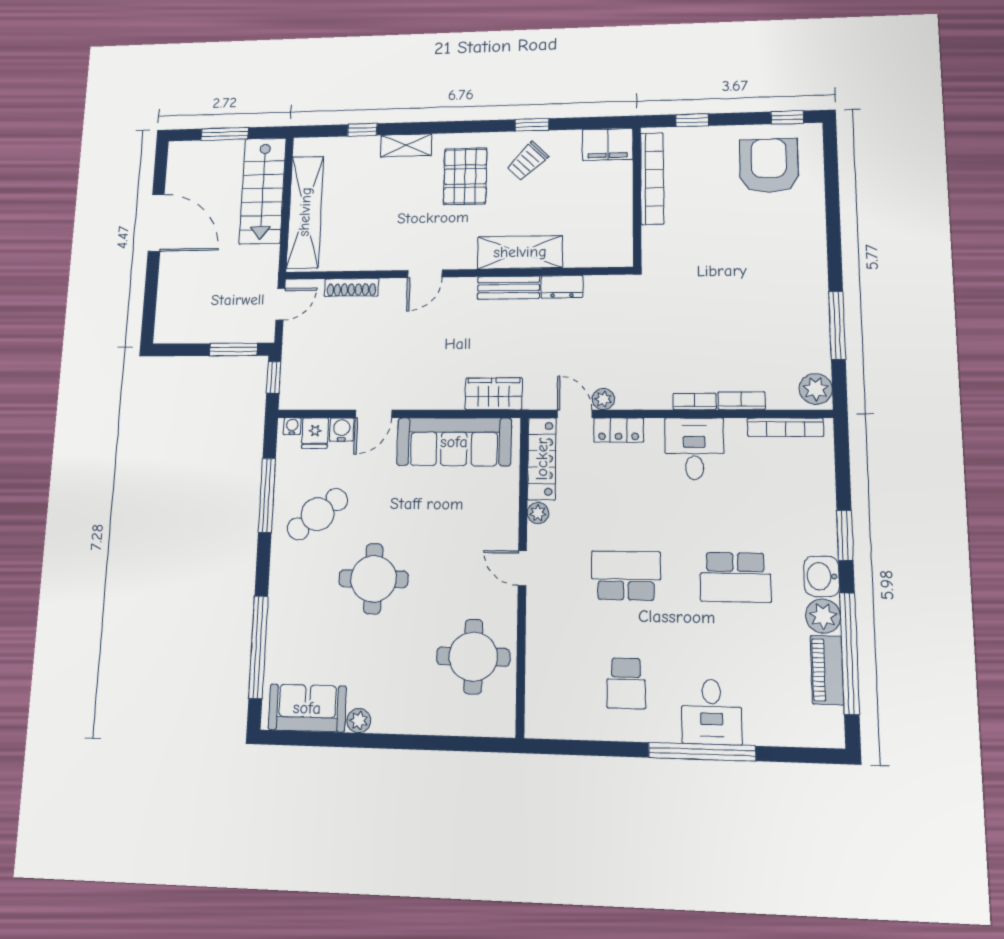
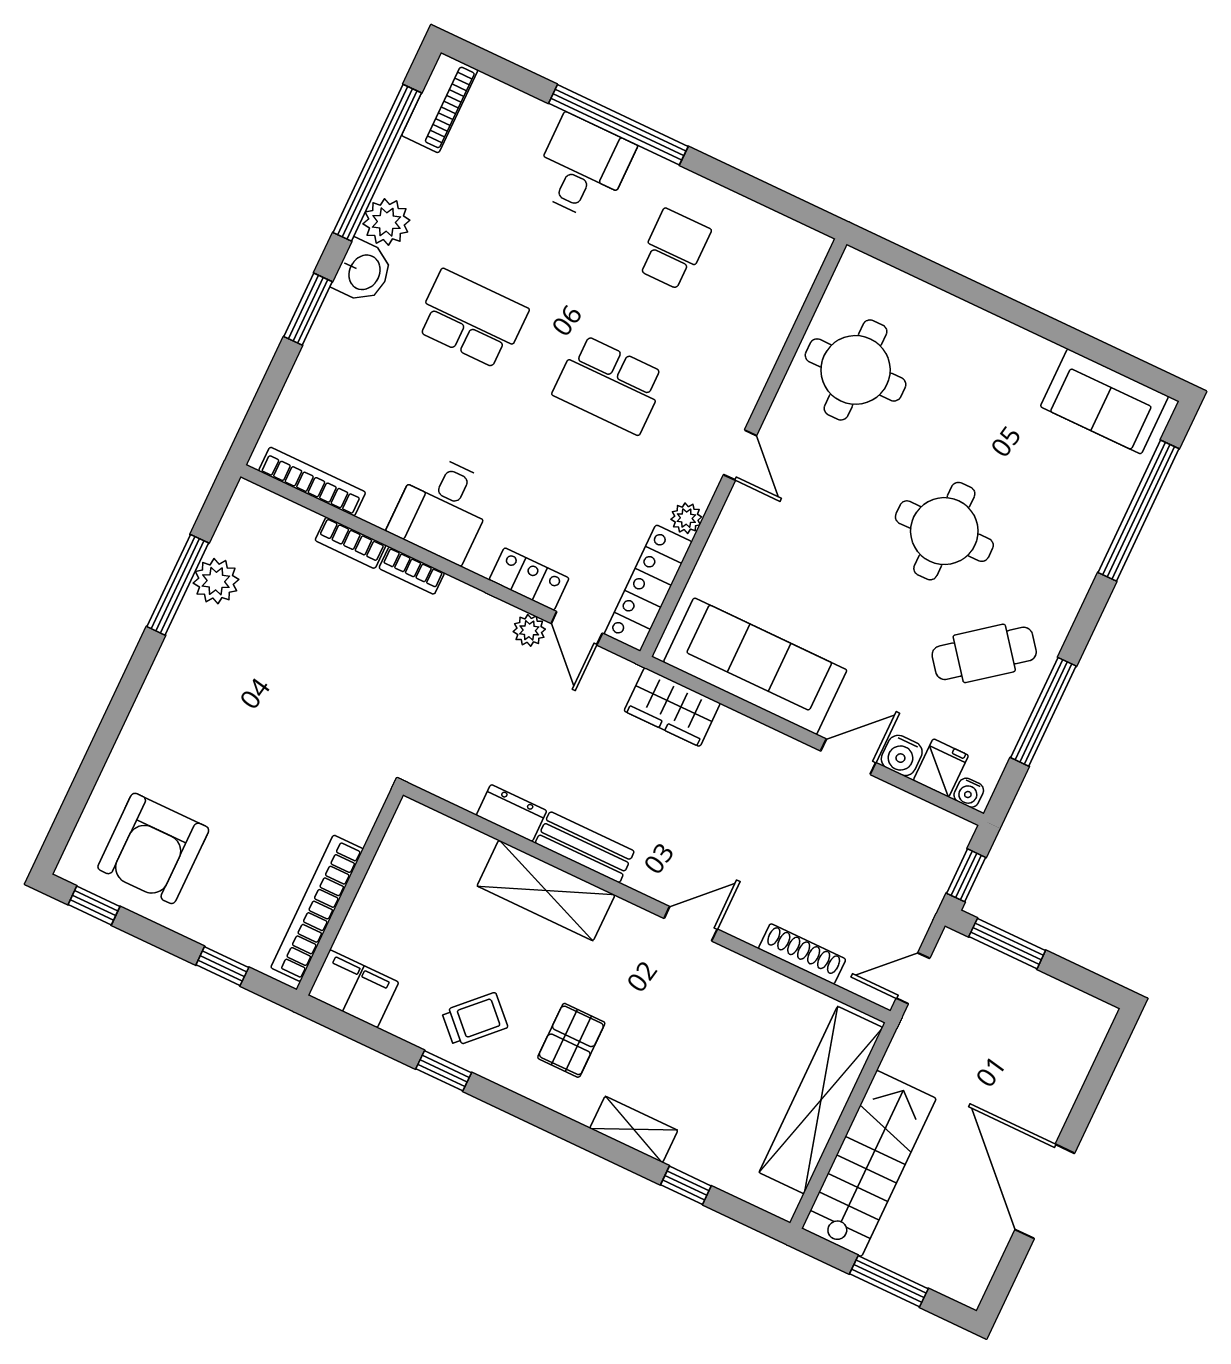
pallet: (465, 176) -> (571, 1040), width x0.67, depth x0.71
plant: (816, 389) -> (216, 581), moved
piano: (827, 670) -> (440, 103), moved
plant: (359, 721) -> (1042, 355), removed

